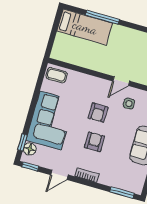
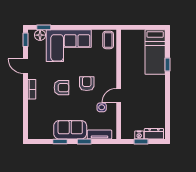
window: (102, 17) -> (167, 65), width x0.46
door: (121, 81) -> (119, 95), hinge flipped
armchair: (98, 113) -> (87, 84), turned 90
window: (122, 193) -> (25, 123), removed

